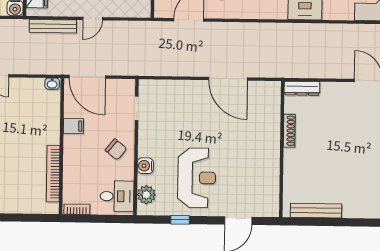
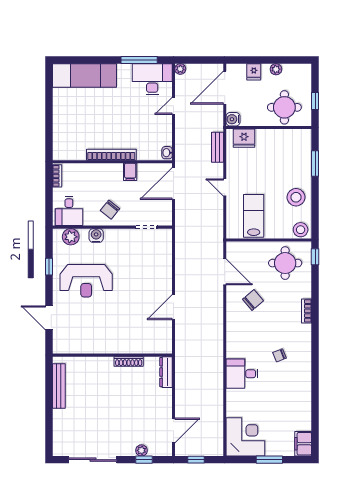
bench: (53, 26) -> (217, 147), width x0.73
door: (228, 79) -> (173, 307), width x0.73
bookcase: (53, 174) -> (111, 155), moved

